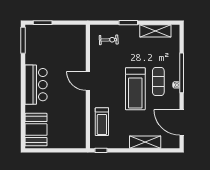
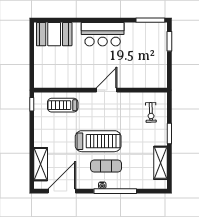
treadmill: (135, 89) -> (98, 141), turned 180
shelving: (145, 142) -> (41, 164), moved

